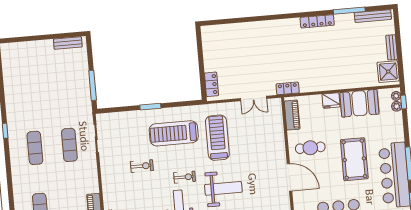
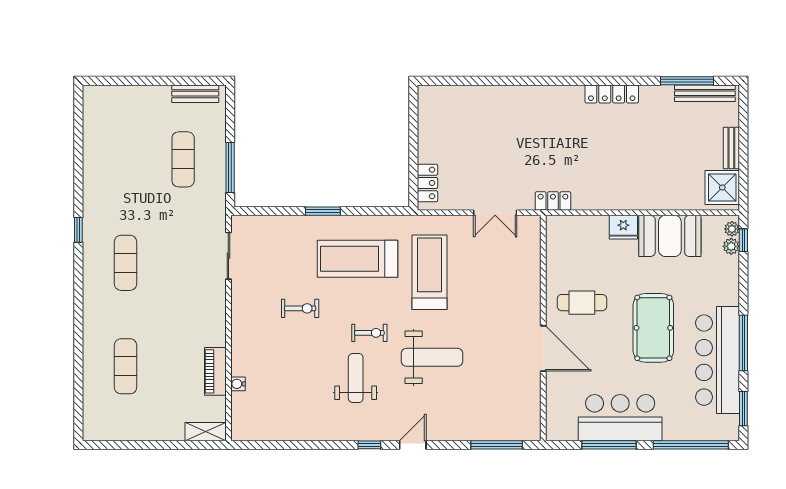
window: (349, 11) -> (687, 81), moved
piano: (292, 115) -> (557, 246), removed
exercise mat: (69, 145) -> (183, 159), moved

